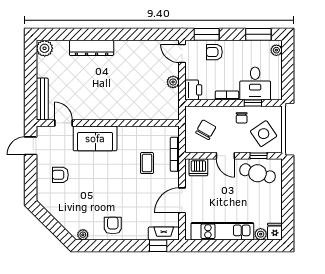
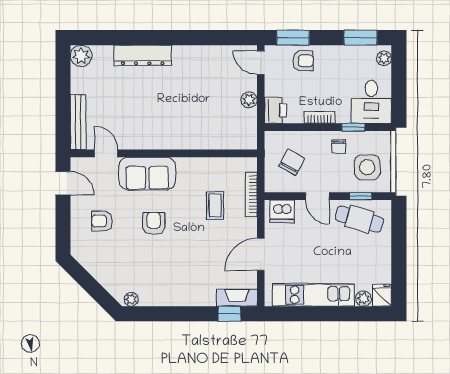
armchair: (214, 52) -> (303, 61), turned 180
desk: (255, 84) -> (371, 102), moved
side table: (264, 134) -> (367, 167), turned 34
door: (31, 146) -> (63, 183), swing flipped
armchair: (113, 225) -> (154, 223), moved

